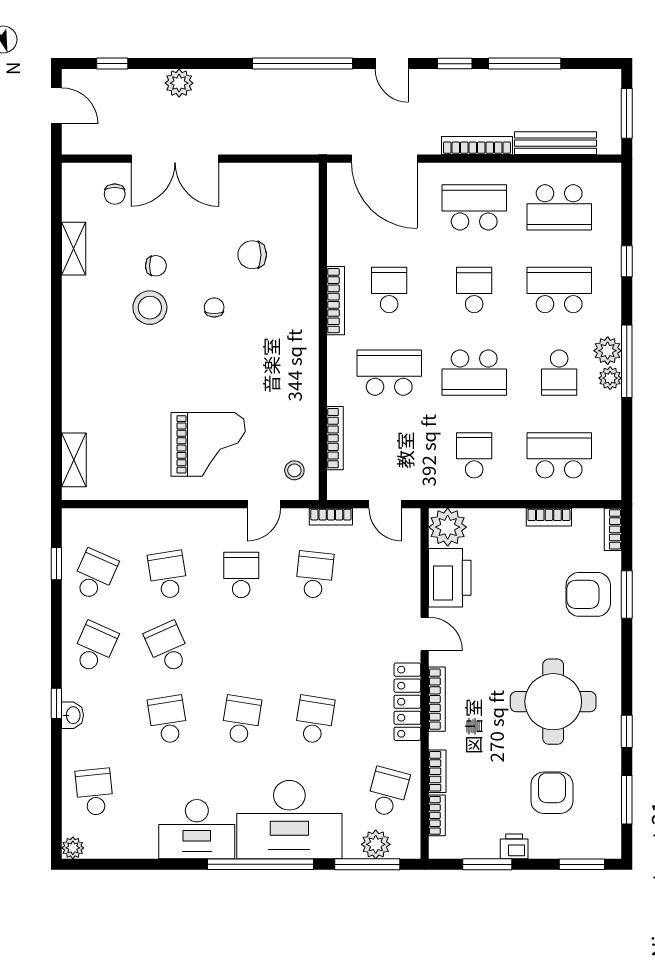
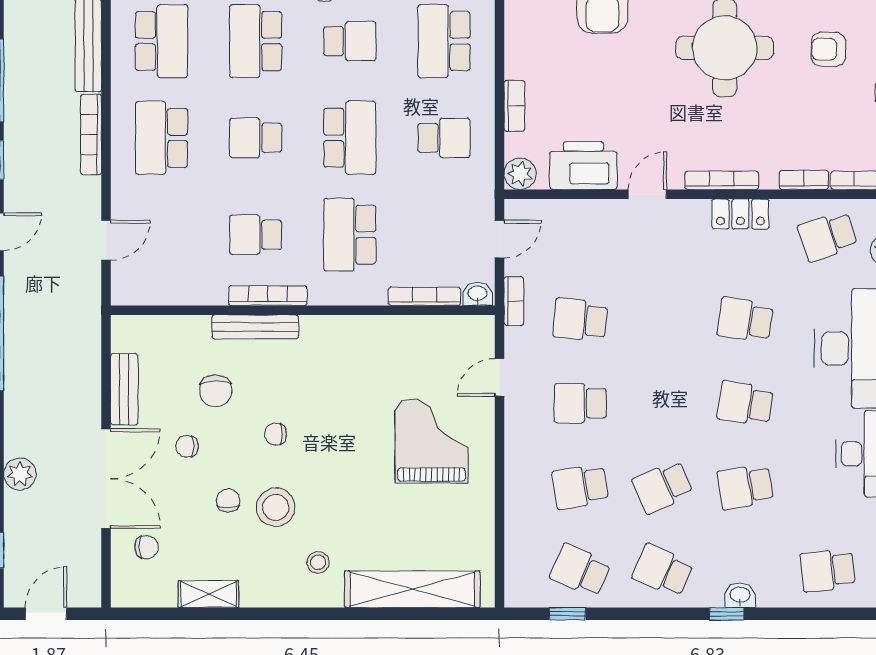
door: (384, 159) -> (106, 240), width x0.53
bench: (253, 175) -> (124, 389), added
chair: (203, 230) -> (187, 446), added
bench: (308, 290) -> (255, 327), added
school desk: (474, 455) -> (444, 138), turned 180
shelving: (74, 460) -> (412, 589), width x2.20, depth x1.33
stool: (294, 470) -> (318, 562), moved
washbasin: (337, 485) -> (478, 294), added
door: (264, 504) -> (499, 377), swing flipped
bookcase: (549, 517) -> (514, 106), moved
plant: (448, 527) -> (520, 174), width x0.73, depth x0.73
locker: (407, 702) -> (740, 214), width x0.66
school desk: (388, 792) -> (828, 236), turned -33
armchair: (552, 793) -> (828, 49), width x0.72, depth x0.72

